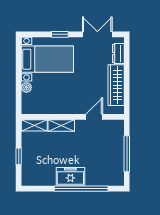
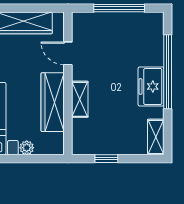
wardrobe: (59, 106) -> (53, 102), added
shelving: (34, 125) -> (156, 137), moved
window: (19, 156) -> (106, 159), moved

